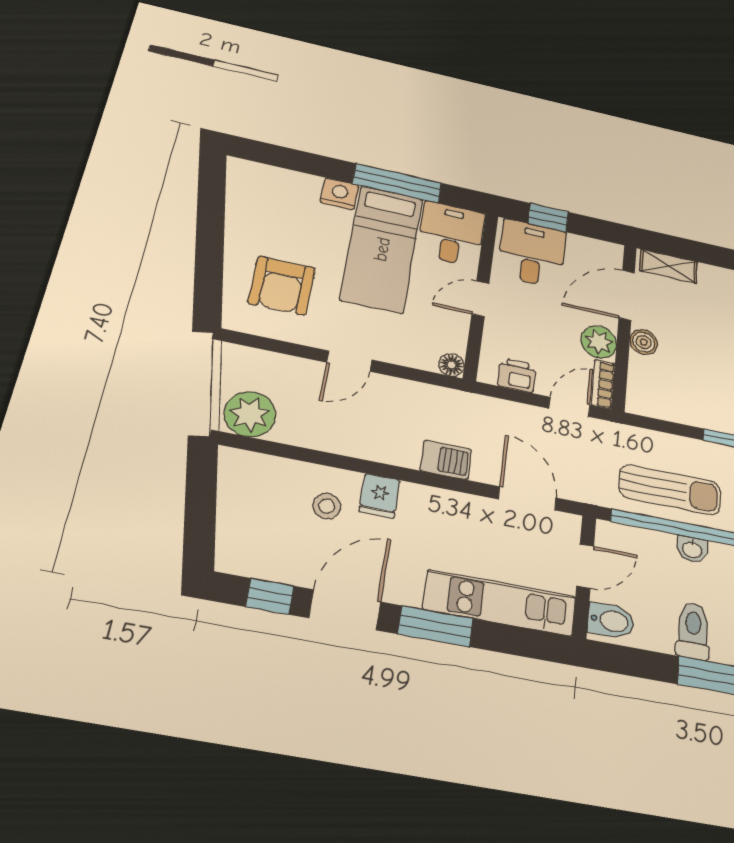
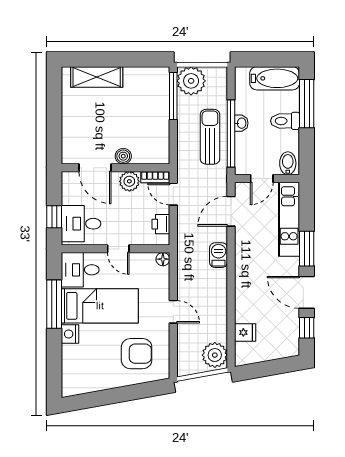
shelving: (669, 266) -> (69, 144), removed
fridge: (380, 496) -> (245, 332), moved
stool: (327, 506) -> (256, 310), removed
door: (585, 566) -> (262, 178), swing flipped

